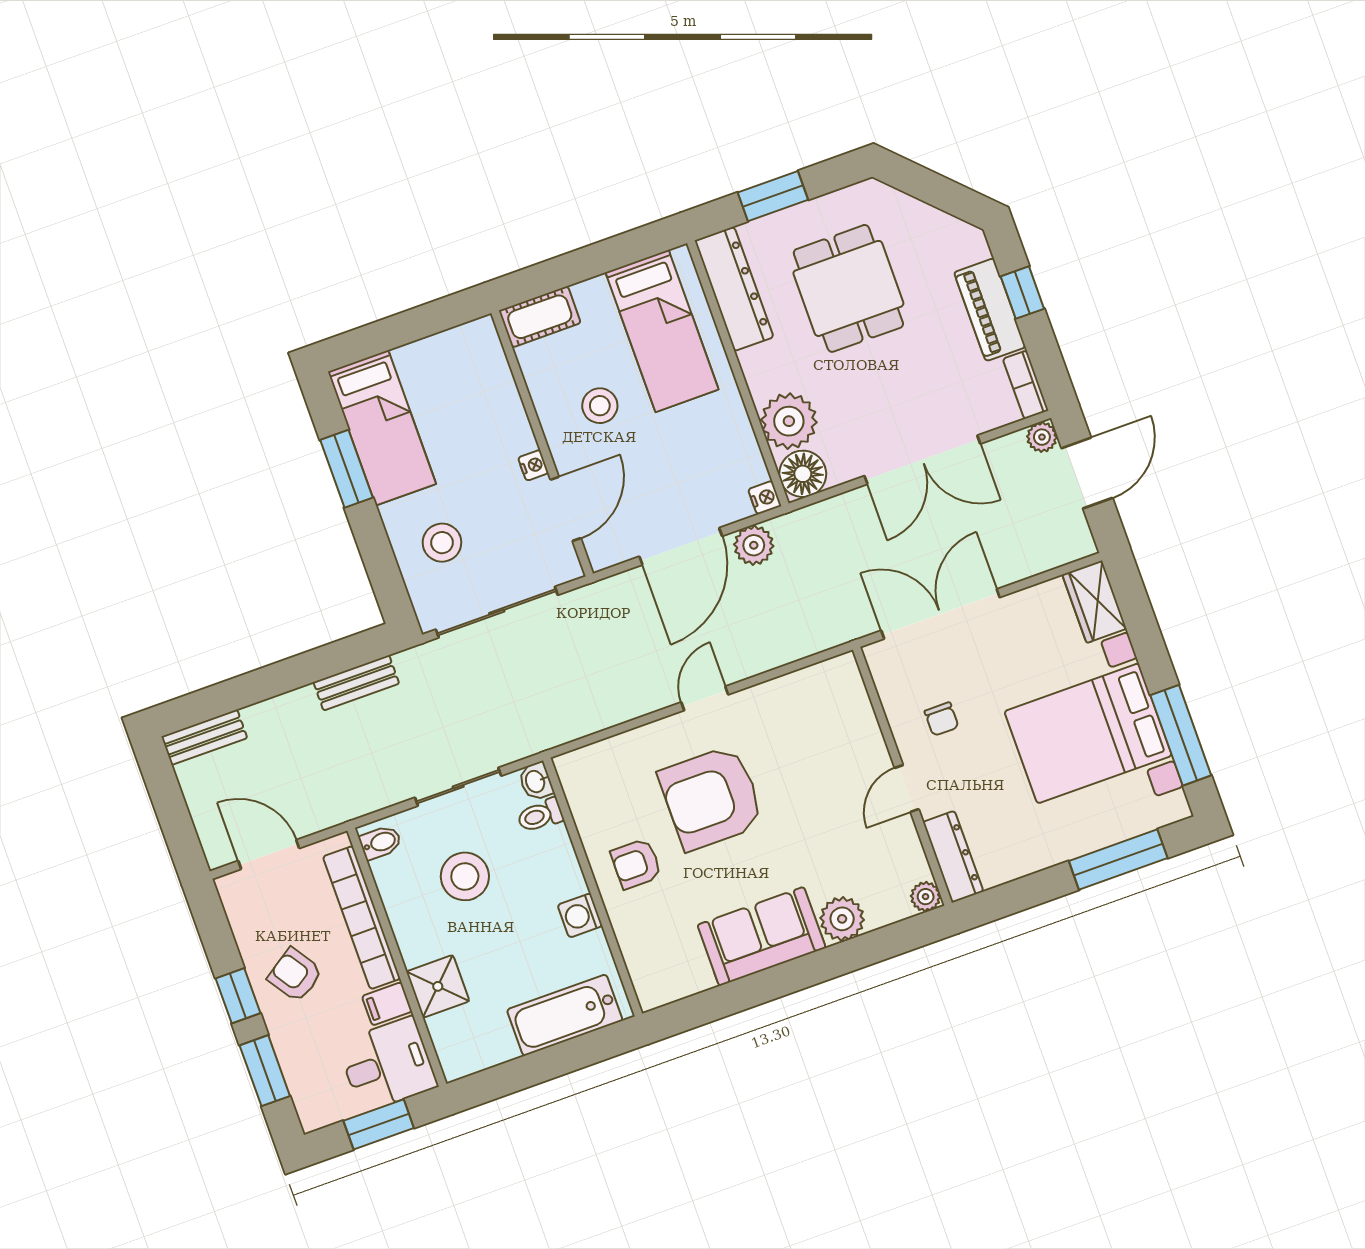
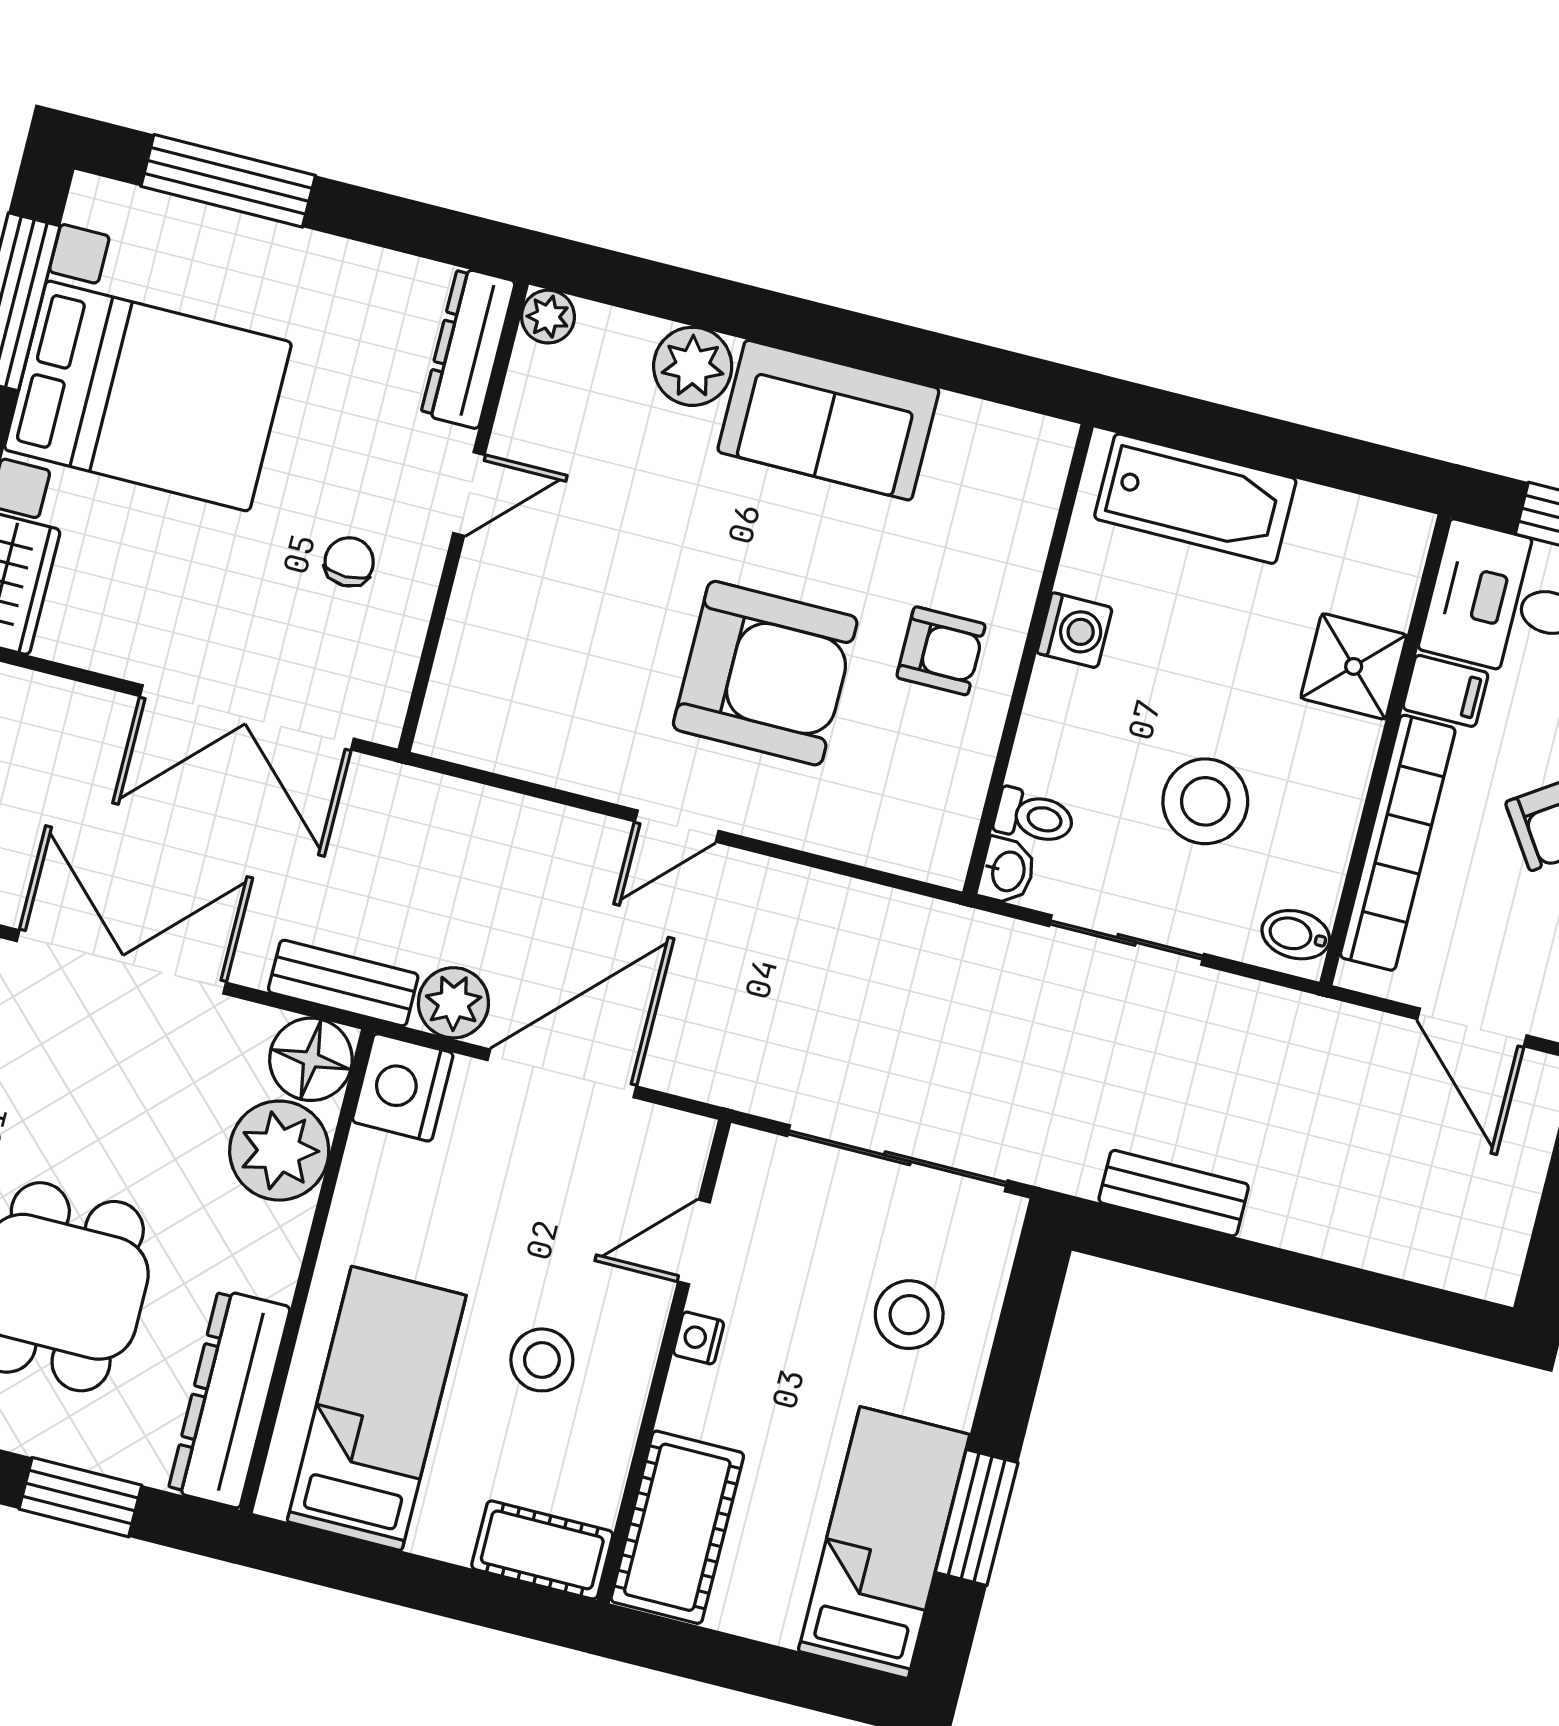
cot: (484, 370) -> (677, 1527), added
nightstand: (765, 498) -> (403, 1087), width x1.89, depth x1.79
door: (566, 509) -> (694, 1242), width x0.73
bench: (204, 737) -> (343, 983), moved

